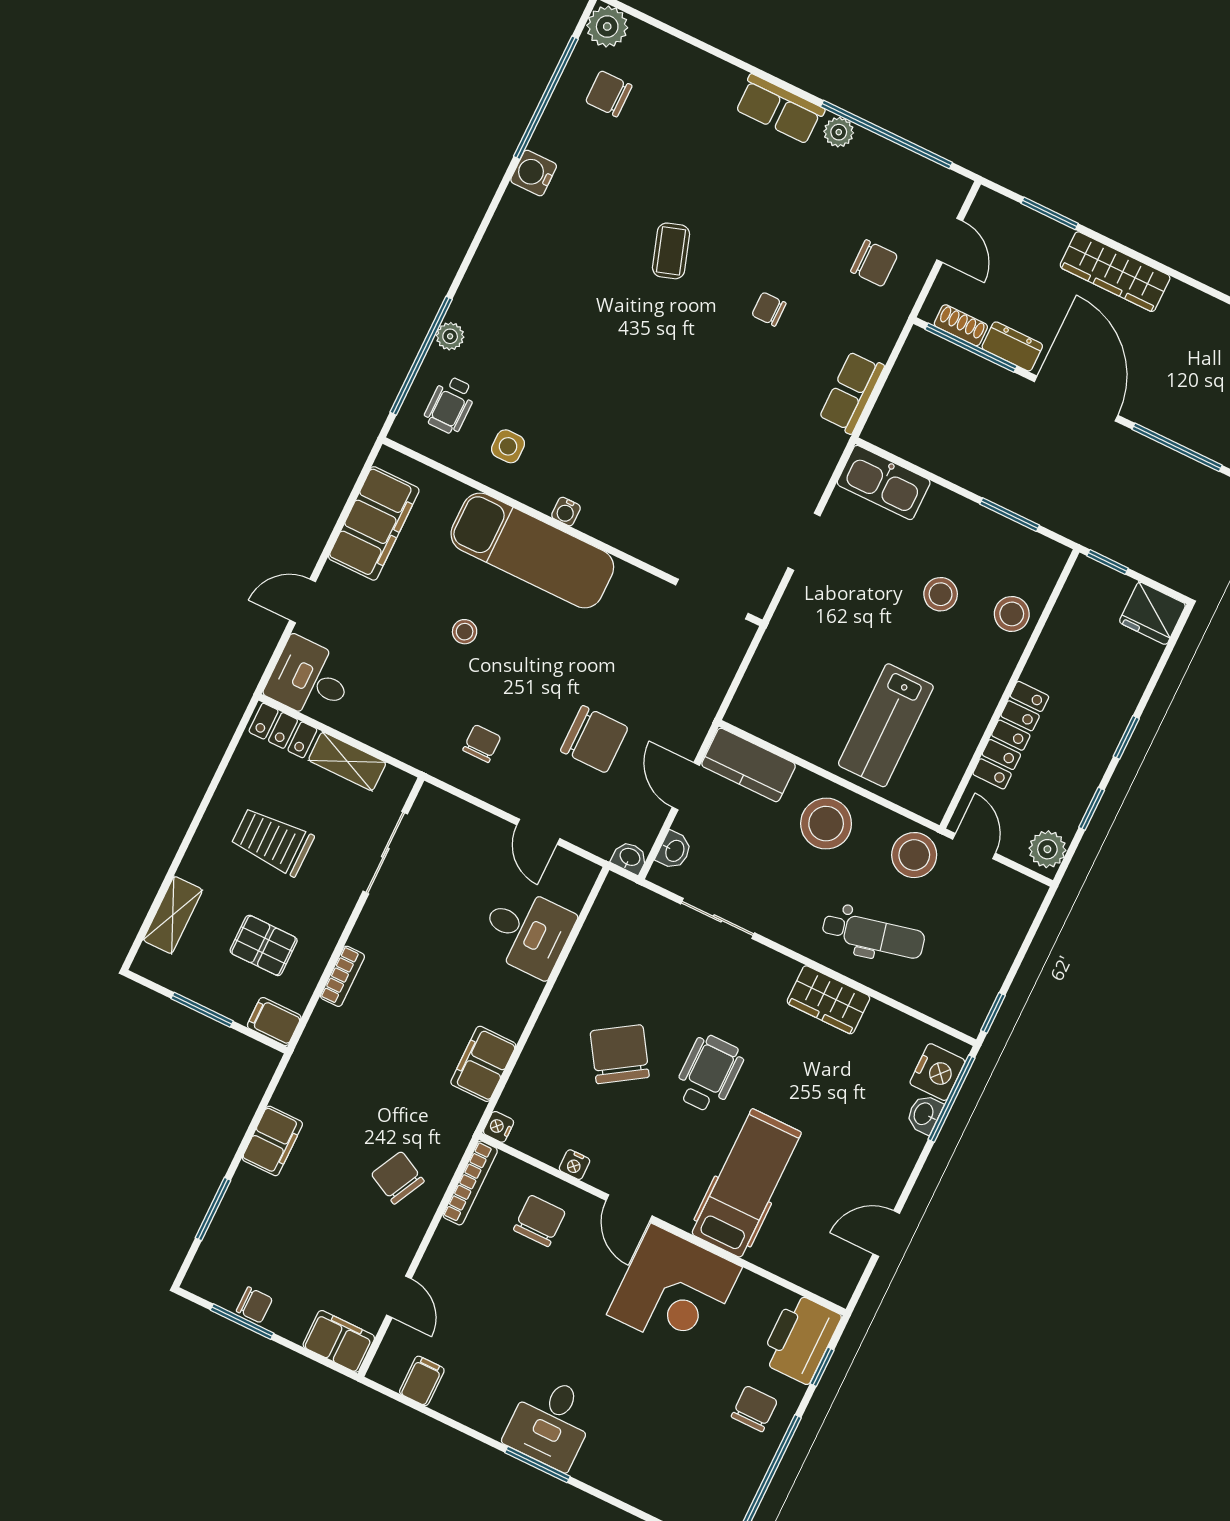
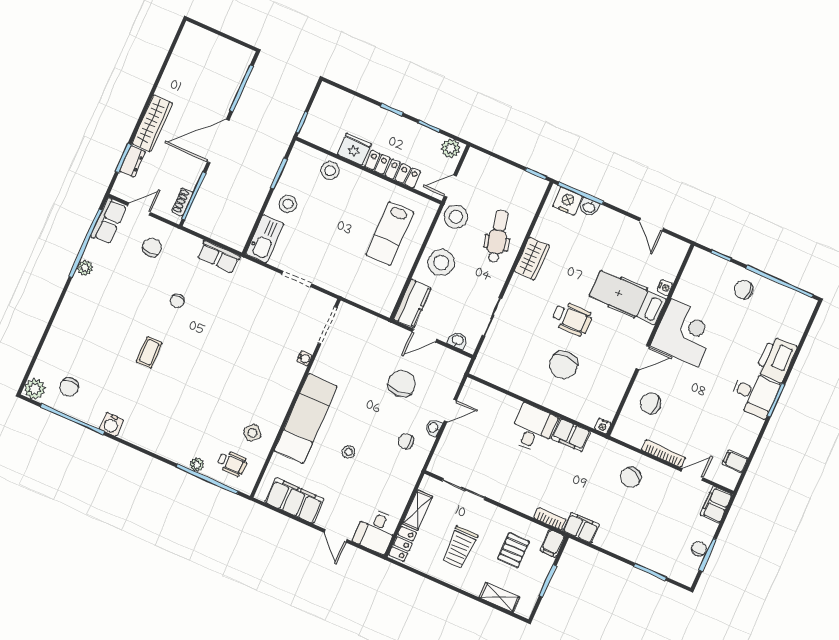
row of seats: (779, 109) -> (109, 221), moved
coffee table: (671, 251) -> (149, 352), turned -72
dresser: (1012, 346) -> (133, 161), moved, turned 180
side table: (508, 446) -> (252, 433), turned 45
water cooler: (566, 512) -> (304, 358), moved
stool: (941, 594) -> (288, 204), moved
fridge: (1152, 613) -> (354, 149), moved, turned -90
lab bench: (886, 725) -> (390, 234), turned 90
washbasin: (630, 858) -> (434, 428), moved
desk: (527, 932) -> (533, 428), moved
bookcase: (343, 976) -> (550, 519), moved
chair: (620, 1054) -> (563, 365), turned -57
wheelchair: (709, 1074) -> (572, 319), turned 180
filing cabinet: (272, 1141) -> (581, 528), moved
nightstand: (575, 1165) -> (665, 287), moved
bookcase: (470, 1183) -> (663, 454), moved
printer: (800, 1338) -> (776, 359), moved, turned 90

